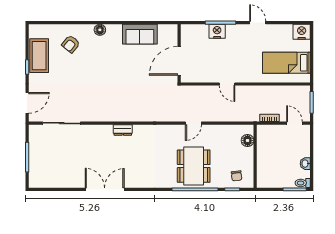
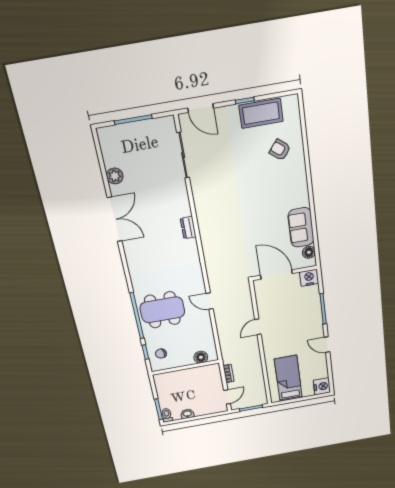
door: (258, 23) -> (327, 345), swing flipped
floor lamp: (100, 30) -> (309, 252), moved
nightstand: (217, 31) -> (309, 278), moved, turned -90
plant: (69, 181) -> (115, 176), added

